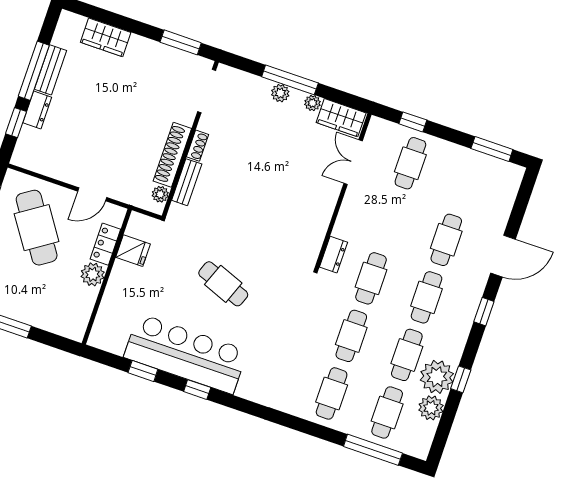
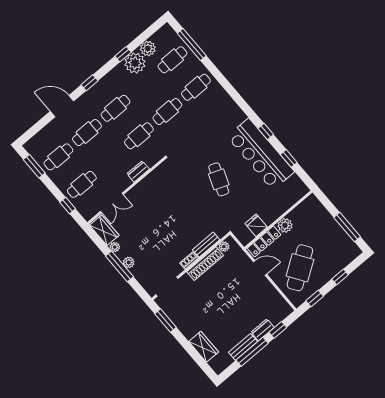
locker: (105, 244) -> (264, 241), width x1.53
dresser: (333, 255) -> (138, 171), moved
cafe table: (407, 355) -> (58, 157), moved

